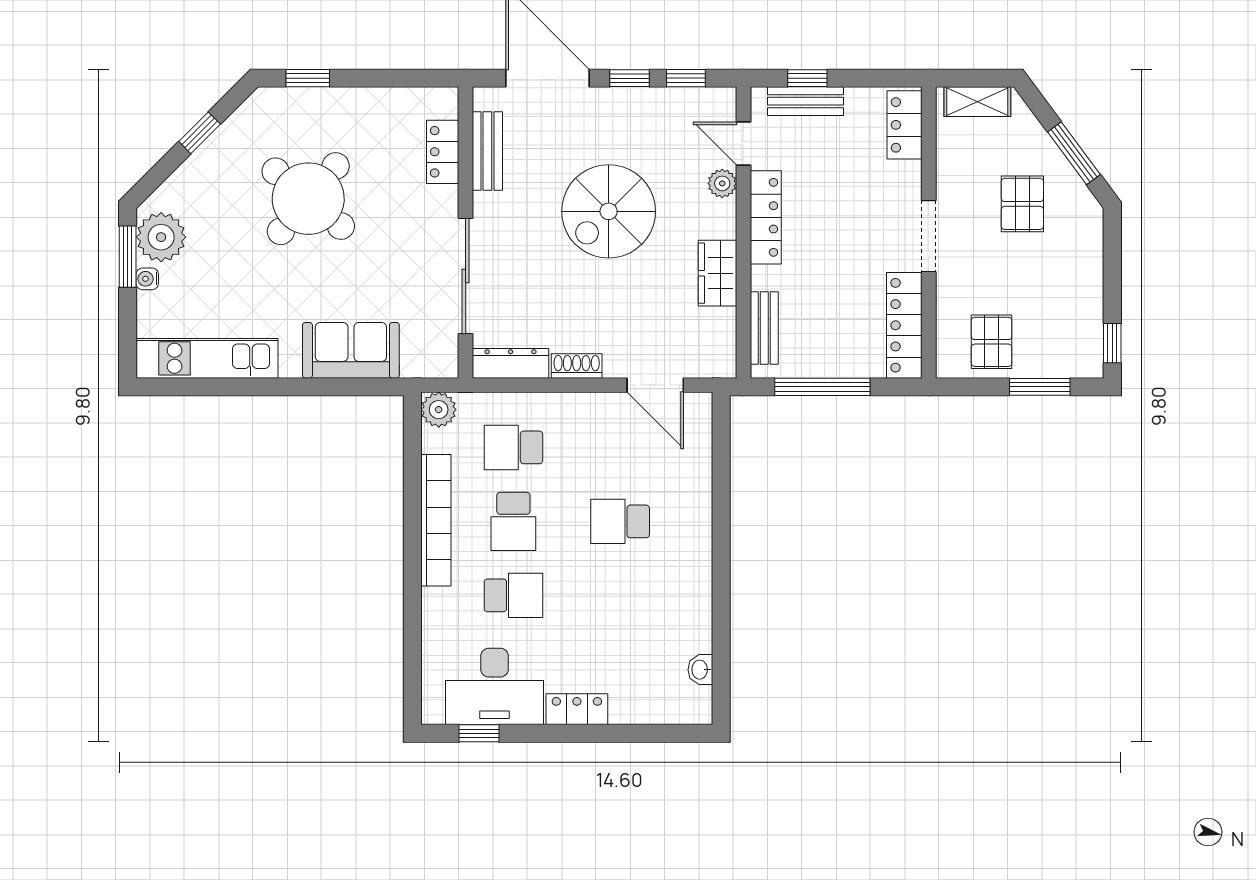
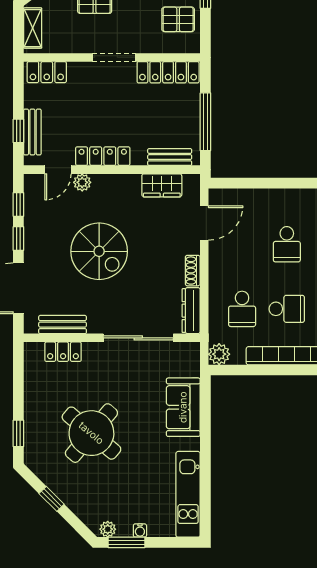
plant: (161, 237) -> (108, 529), width x0.53, depth x0.53
wardrobe: (717, 273) -> (162, 185), moved

